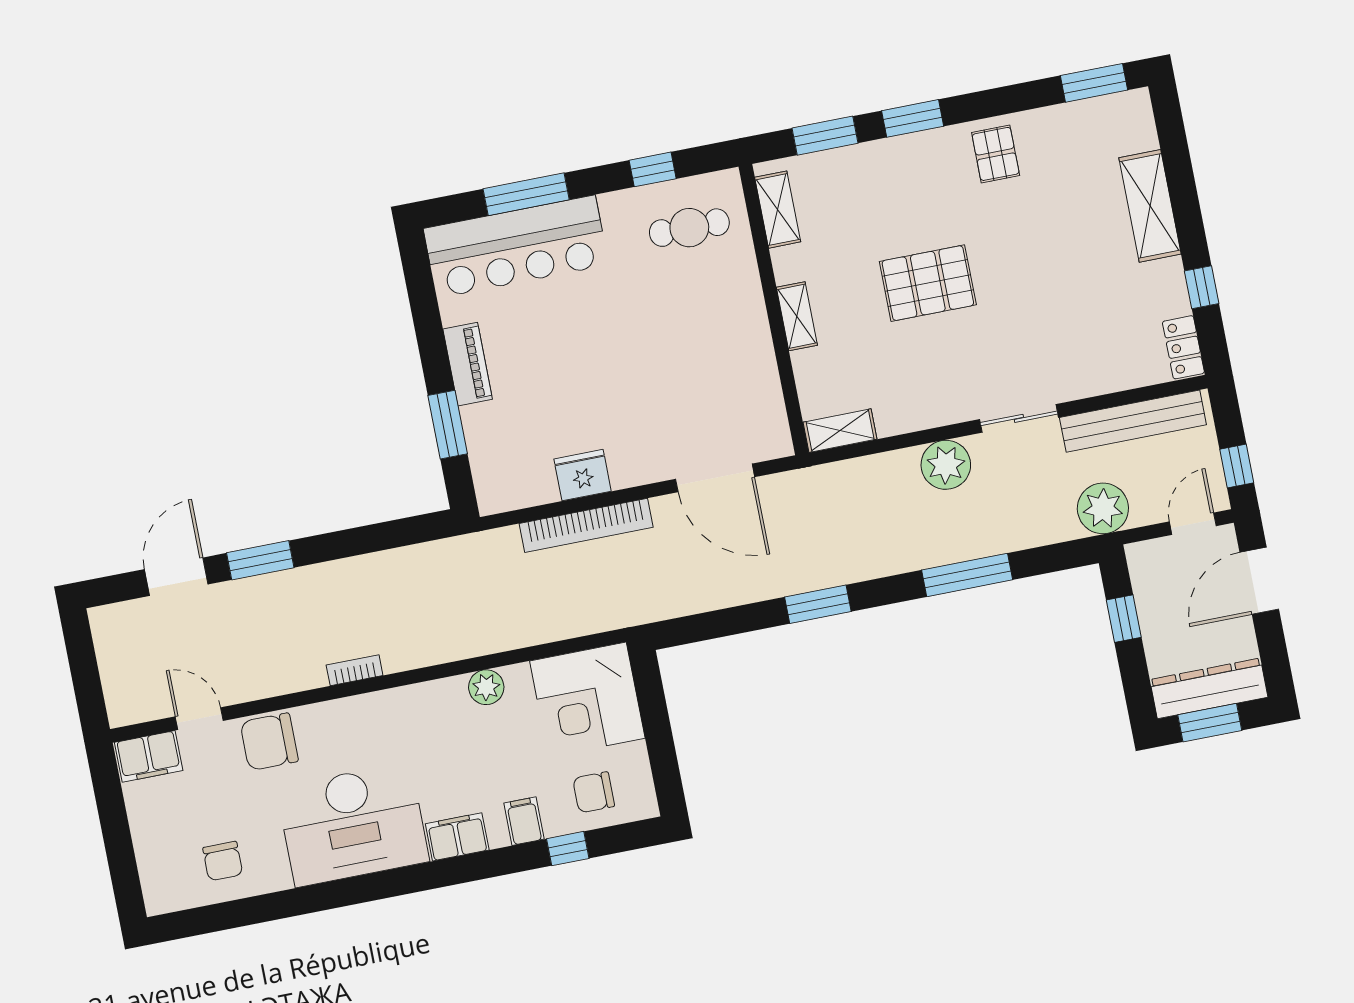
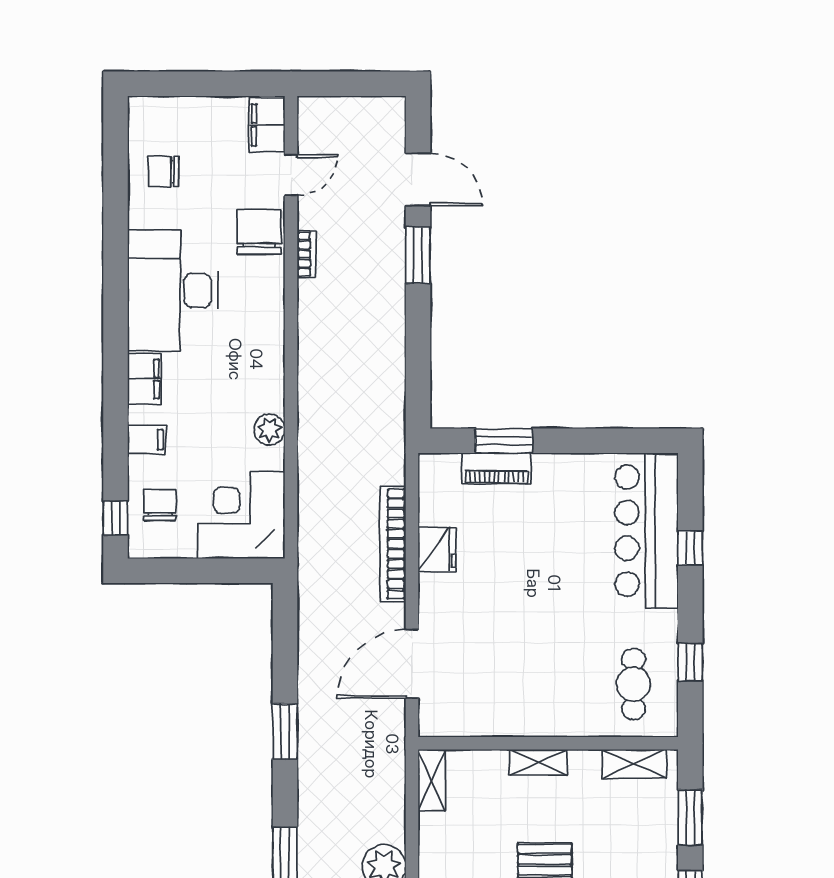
window: (526, 194) -> (690, 548), width x0.46
piano: (468, 364) -> (497, 468), moved
bookcase: (355, 670) -> (306, 254), moved
window: (568, 849) -> (115, 518), moved

